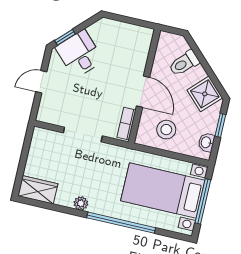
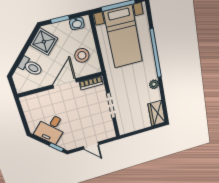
desk: (79, 54) -> (51, 129), moved

